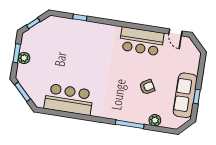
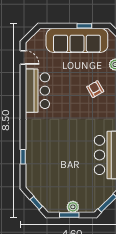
door: (176, 32) -> (23, 58), hinge flipped
armchair: (147, 87) -> (95, 89), moved
sofa: (185, 95) -> (77, 40), width x1.36, depth x1.27

